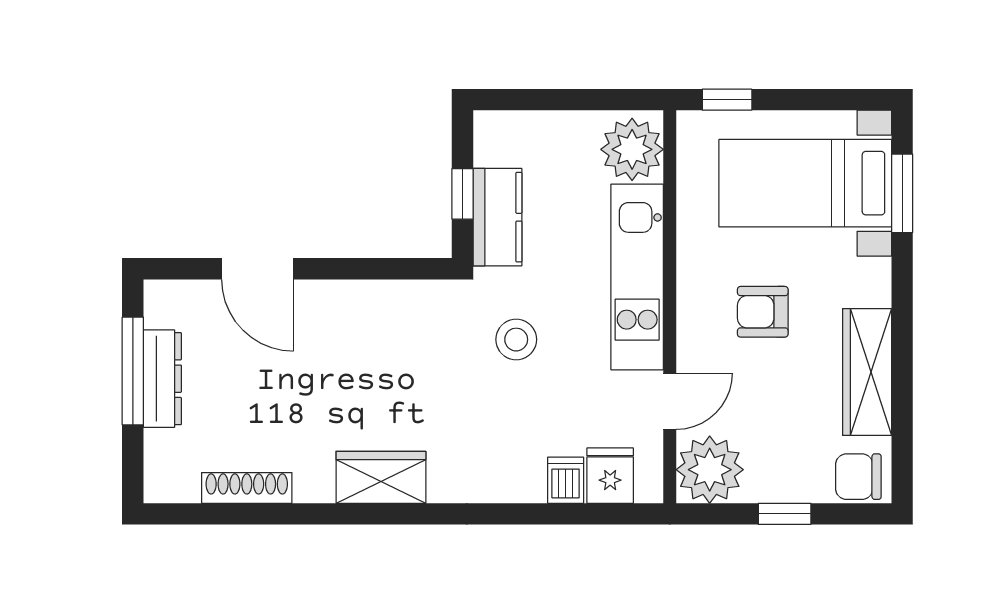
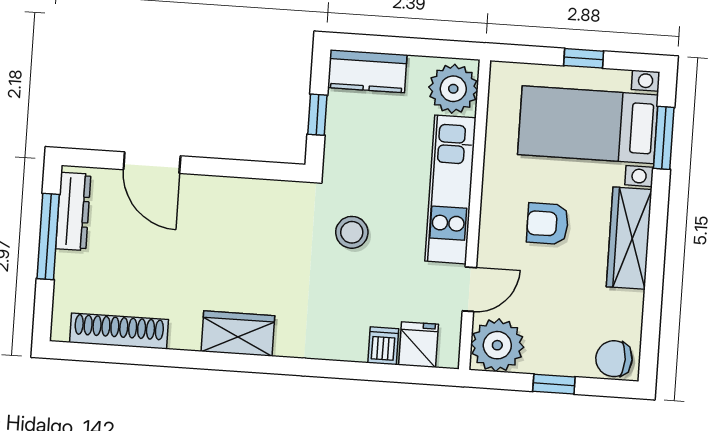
window: (727, 100) -> (584, 58), moved
kitchen counter: (497, 217) -> (367, 71), moved, turned 90
wardrobe: (867, 372) -> (629, 238), moved
dresser: (162, 379) -> (73, 211), moved
shoe rack: (247, 488) -> (119, 331), width x1.36, depth x1.24

